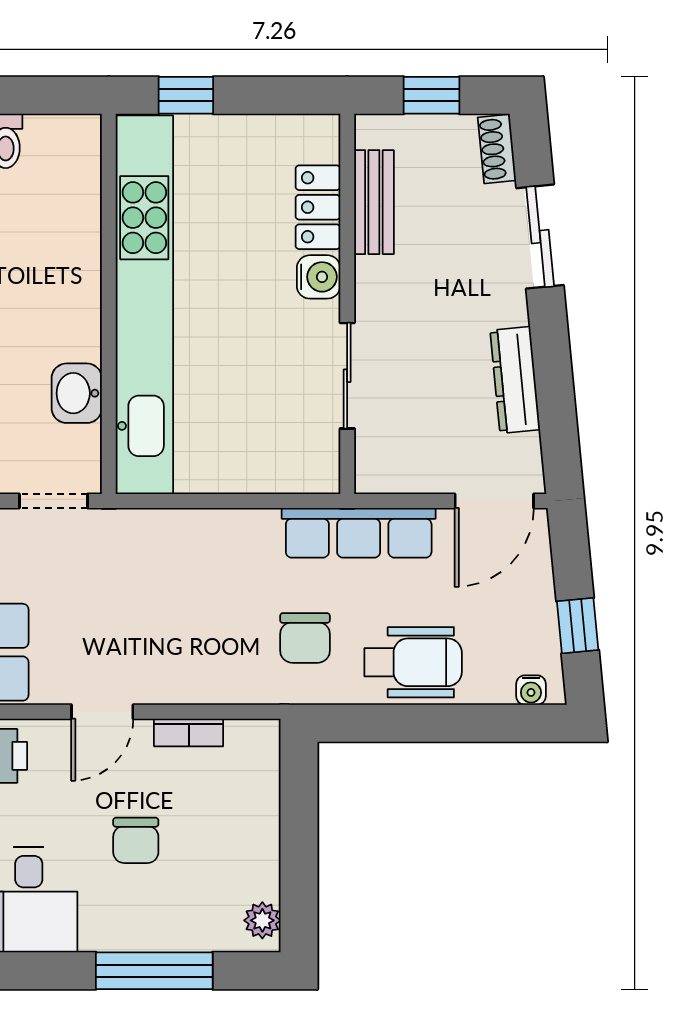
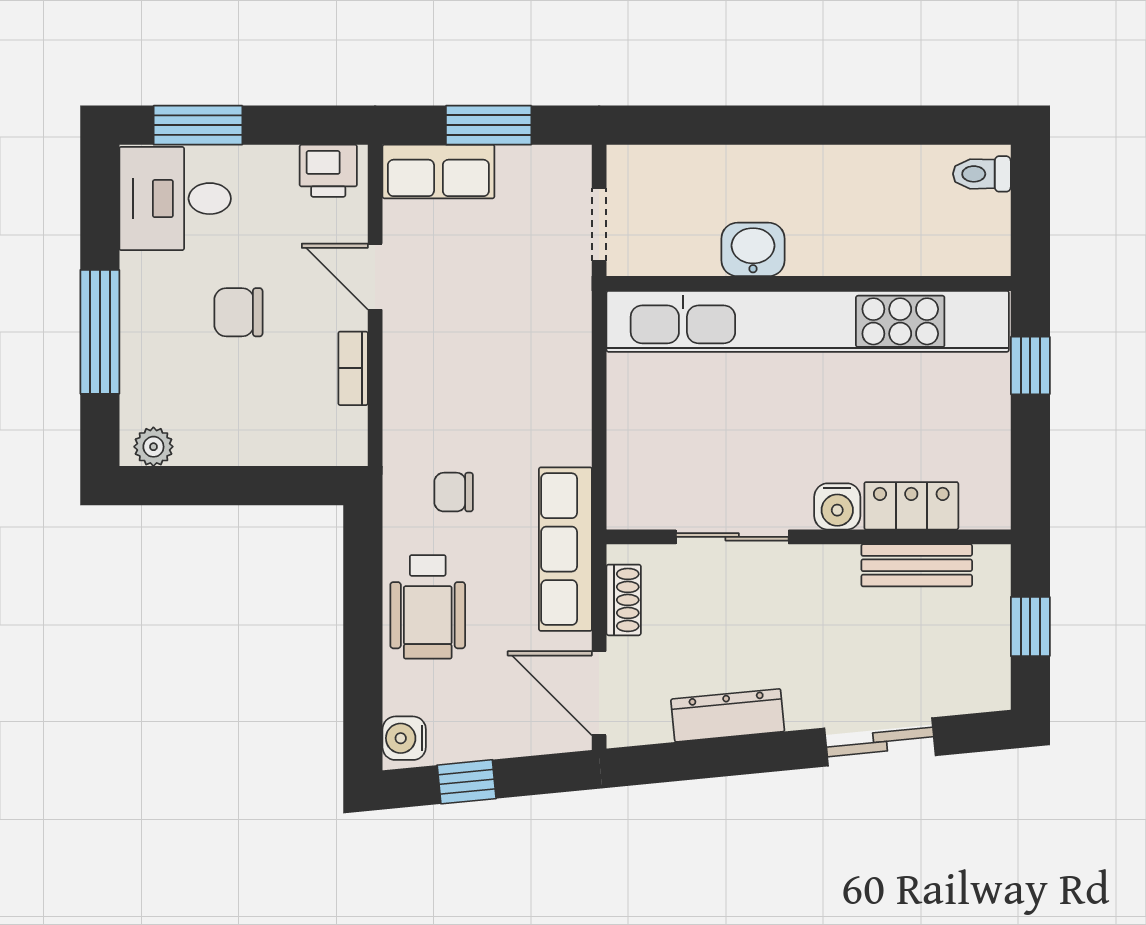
shoe rack: (497, 149) -> (624, 600), moved, turned 96
washbasin: (77, 393) -> (753, 249), moved
chair: (305, 638) -> (454, 492), width x0.73, depth x0.73
water cooler: (531, 690) -> (404, 738), width x1.38, depth x1.38

